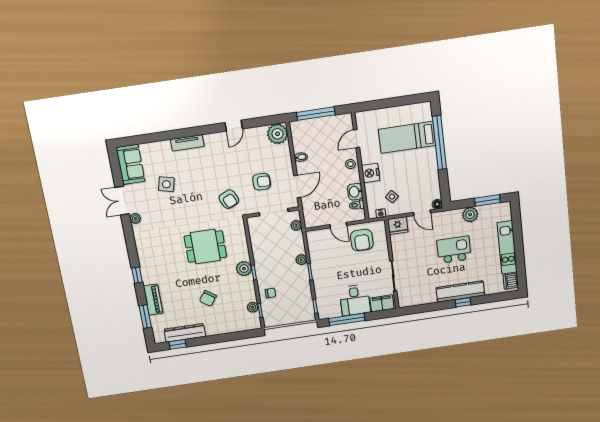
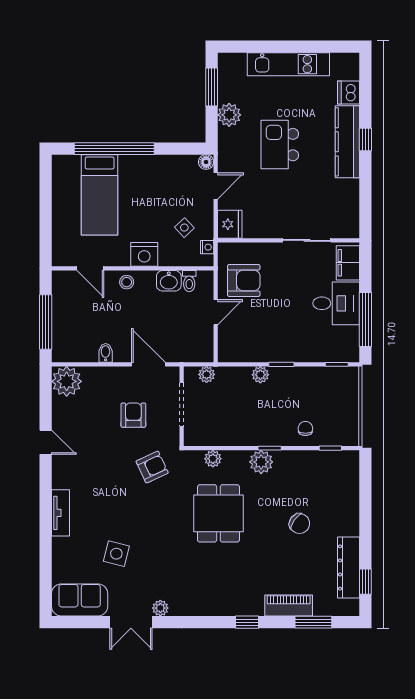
dishwasher: (511, 281) -> (349, 92), moved, turned 90
plant: (253, 307) -> (213, 459), moved

